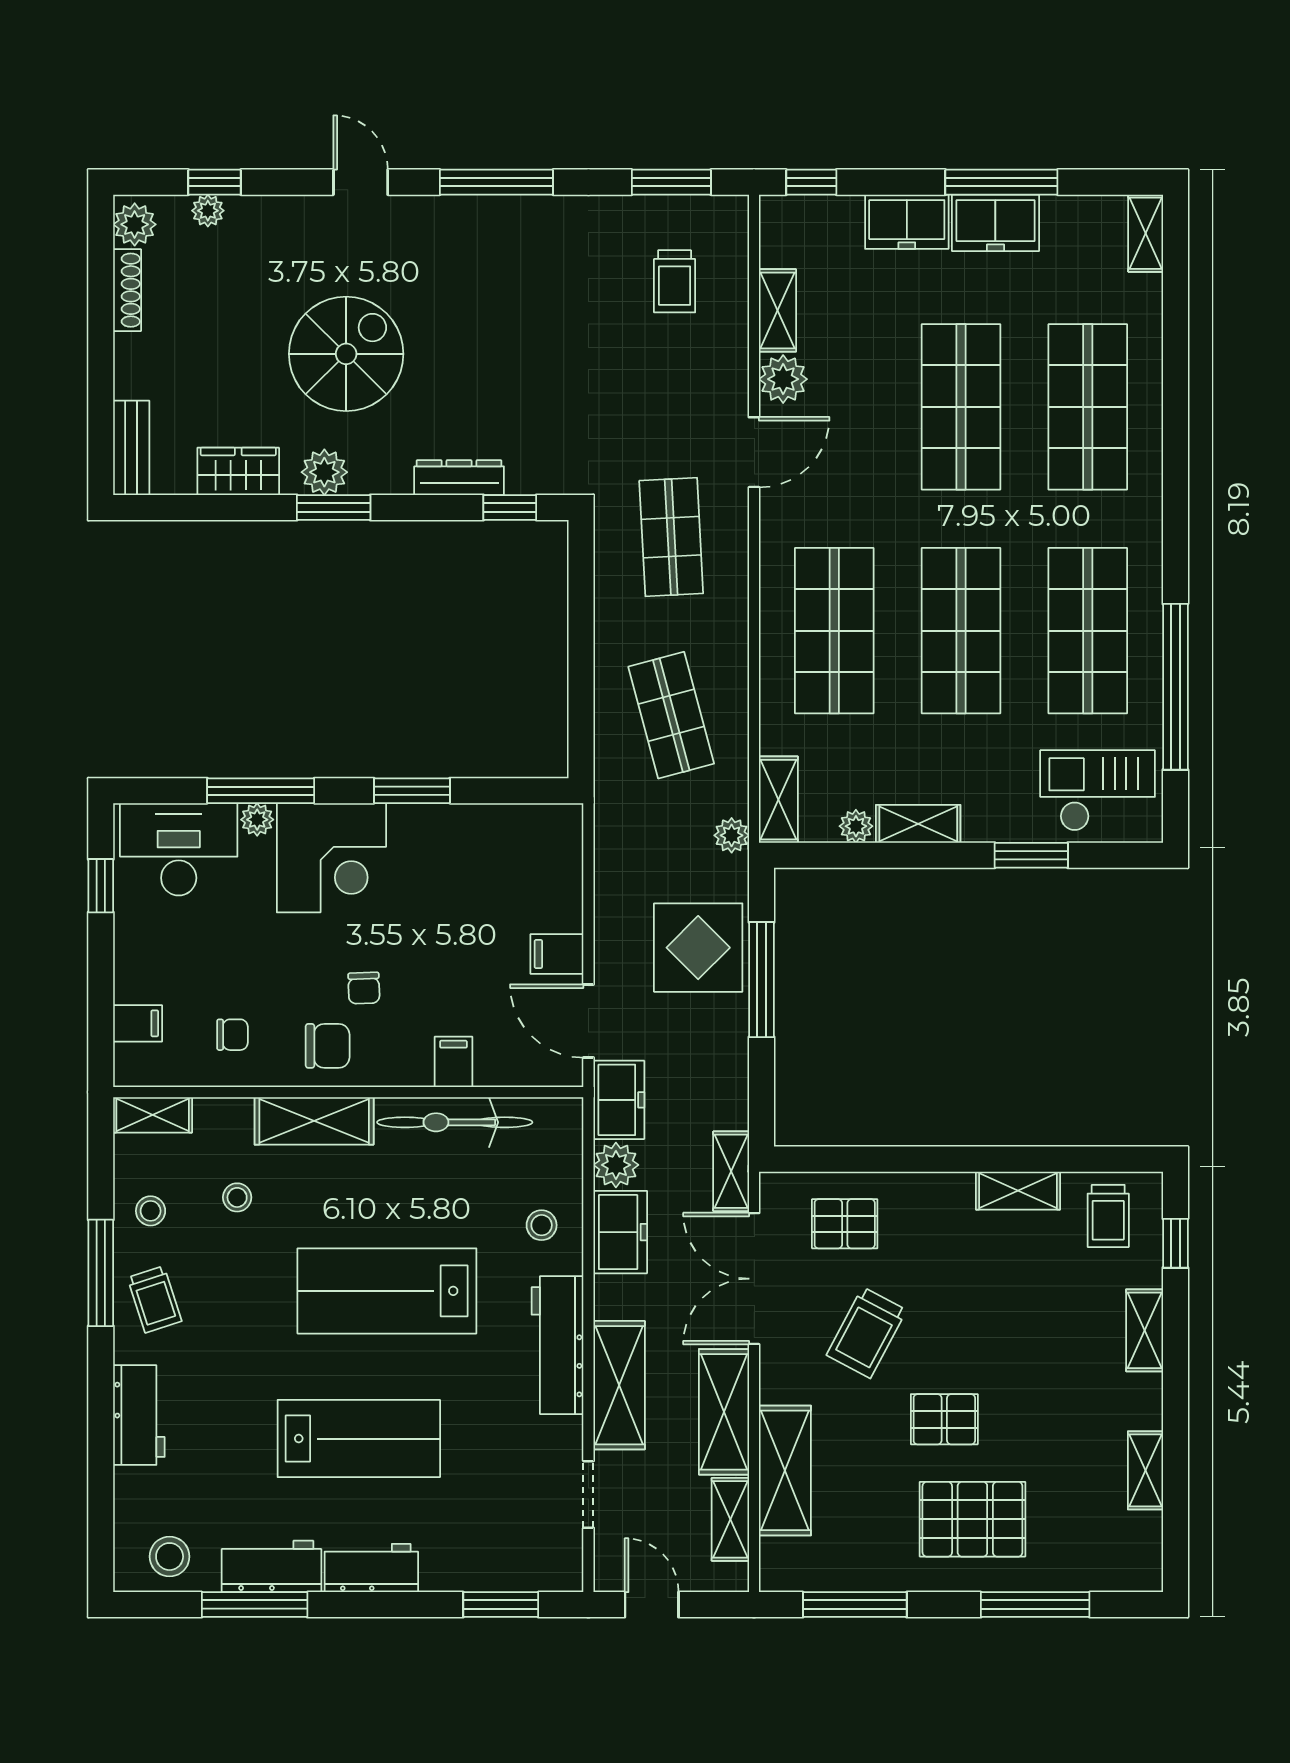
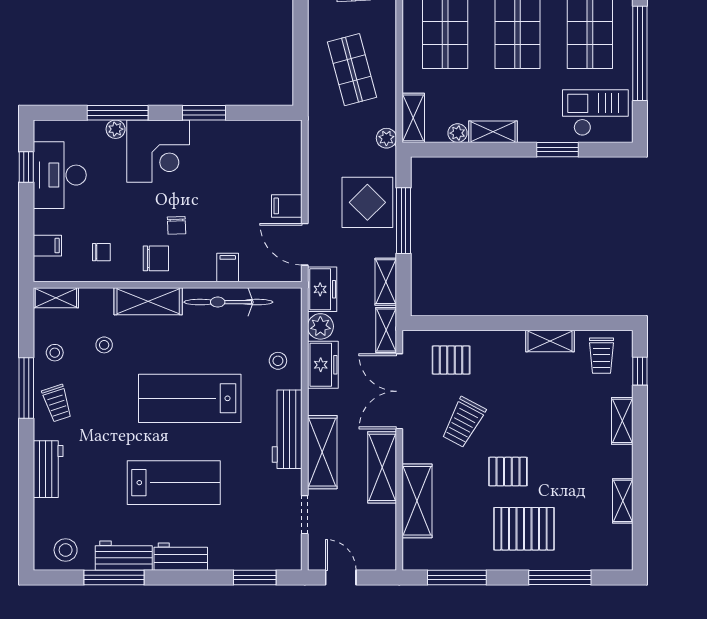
desk: (179, 849) -> (60, 175), moved, turned -90
shelving: (730, 1519) -> (386, 282), moved

